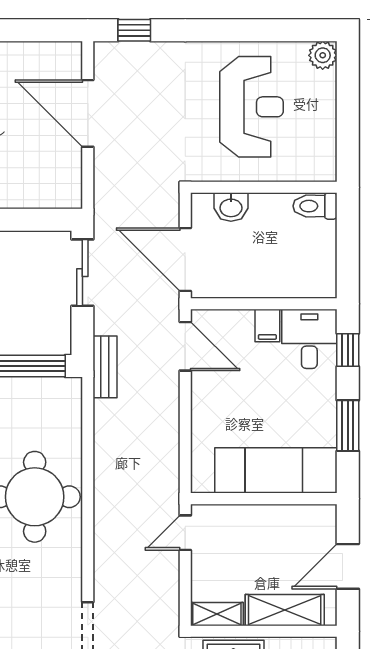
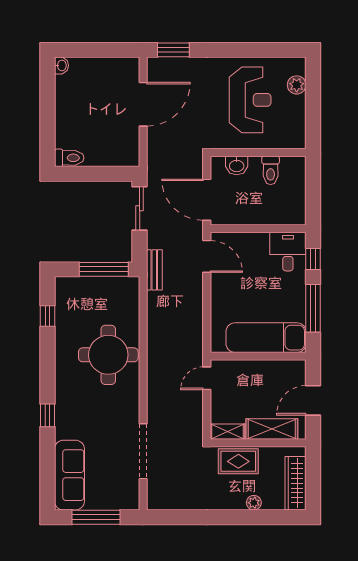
window: (134, 30) -> (173, 50), width x1.50
plant: (323, 55) -> (297, 85), moved
door: (88, 113) -> (143, 104), swing flipped
toilet: (315, 206) -> (271, 170), moved, turned -90
filing cabinet: (267, 326) -> (260, 243), removed
window: (348, 426) -> (313, 308), width x1.44

